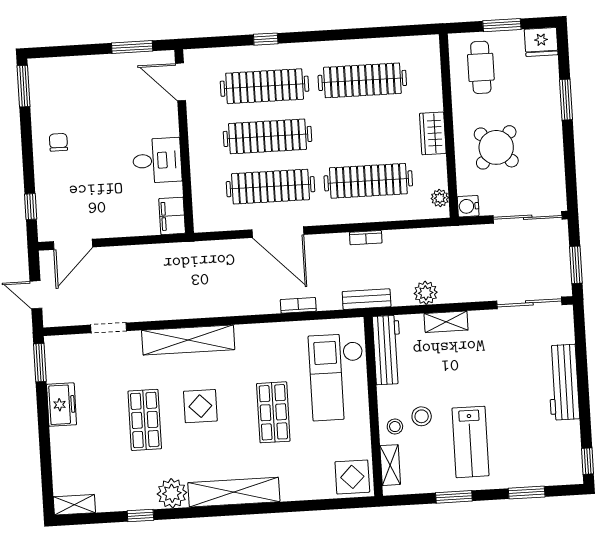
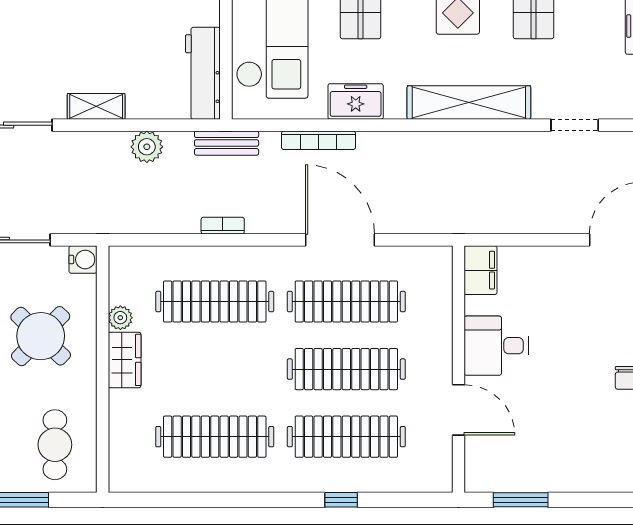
door: (181, 82) -> (458, 410), moved
plant: (440, 198) -> (120, 318), moved
bookcase: (298, 305) -> (318, 140), width x1.56
shelving: (446, 322) -> (96, 106), moved
freezer: (272, 336) -> (356, 101), added

